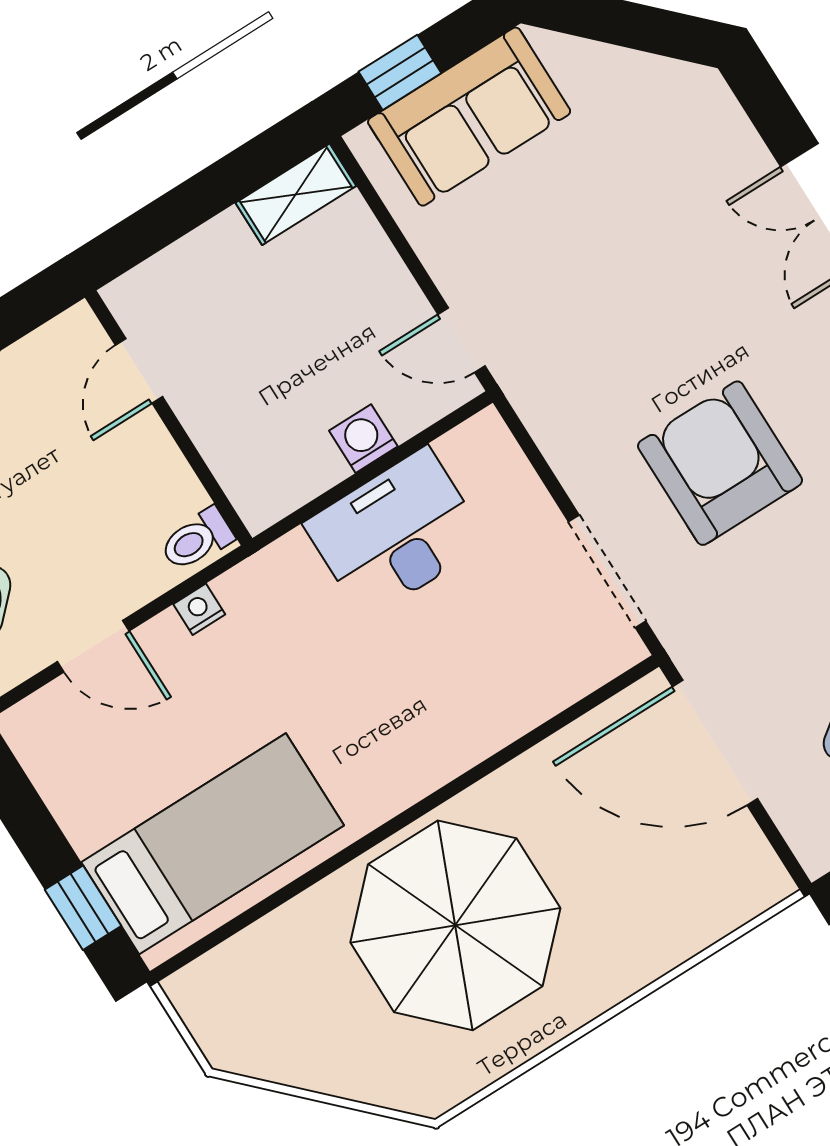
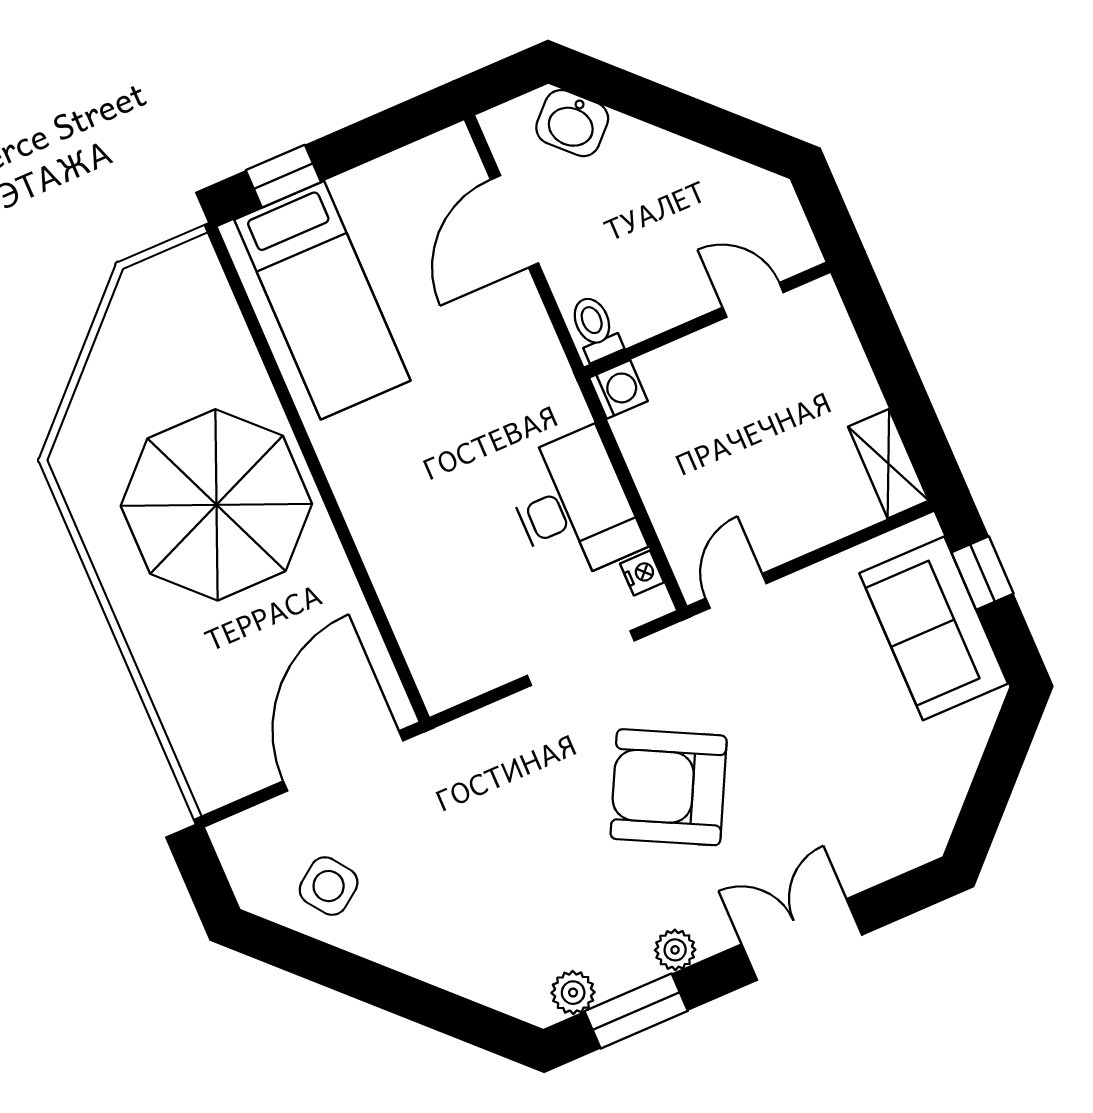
washing machine: (363, 439) -> (618, 389), moved
armchair: (720, 463) -> (669, 787), moved, turned -153
doorway: (607, 571) -> (581, 658), moved
nightstand: (199, 609) -> (642, 573), moved
door: (93, 646) -> (514, 221), width x1.38

